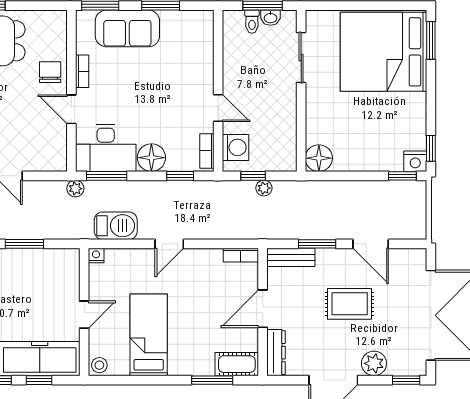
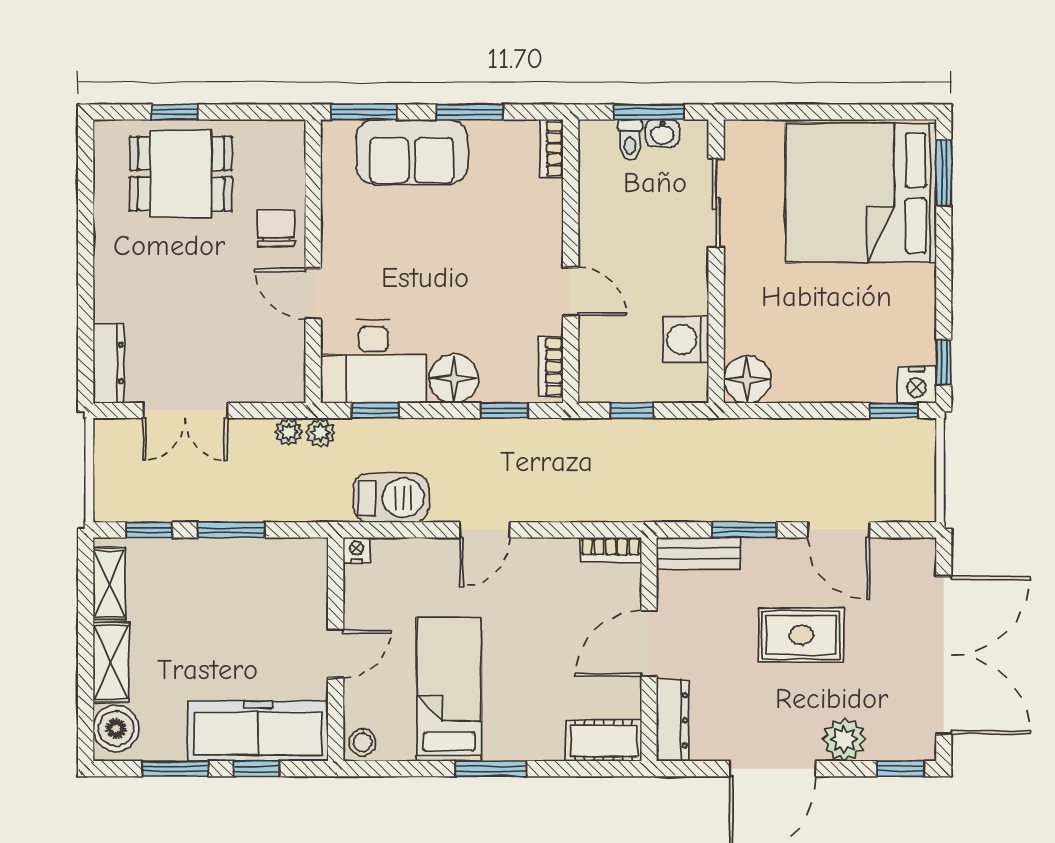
bookcase: (82, 71) -> (552, 148), moved, turned 180
washing machine: (235, 147) -> (686, 339), moved, turned 180
window: (107, 176) -> (375, 410), width x0.67
plant: (264, 188) -> (289, 432), moved
window: (212, 380) -> (491, 769), moved

